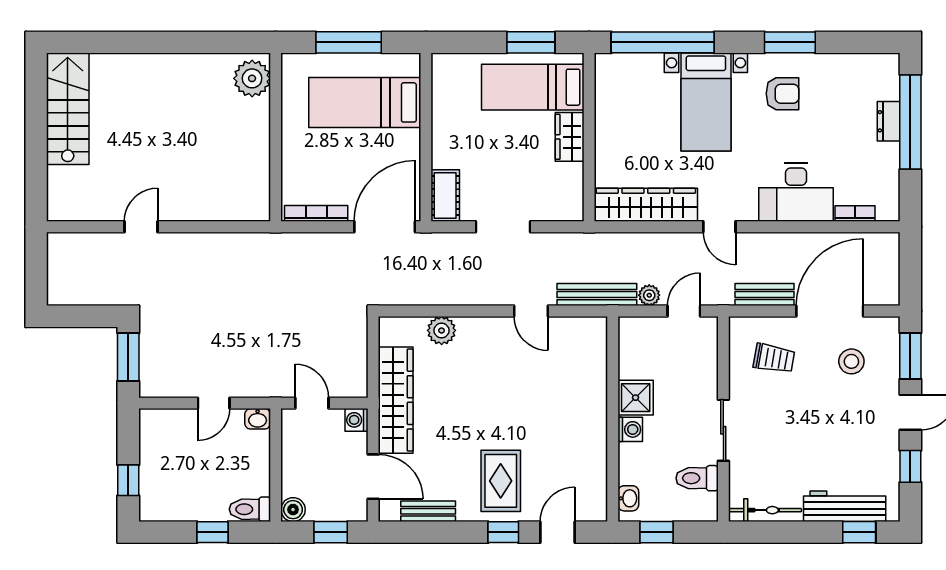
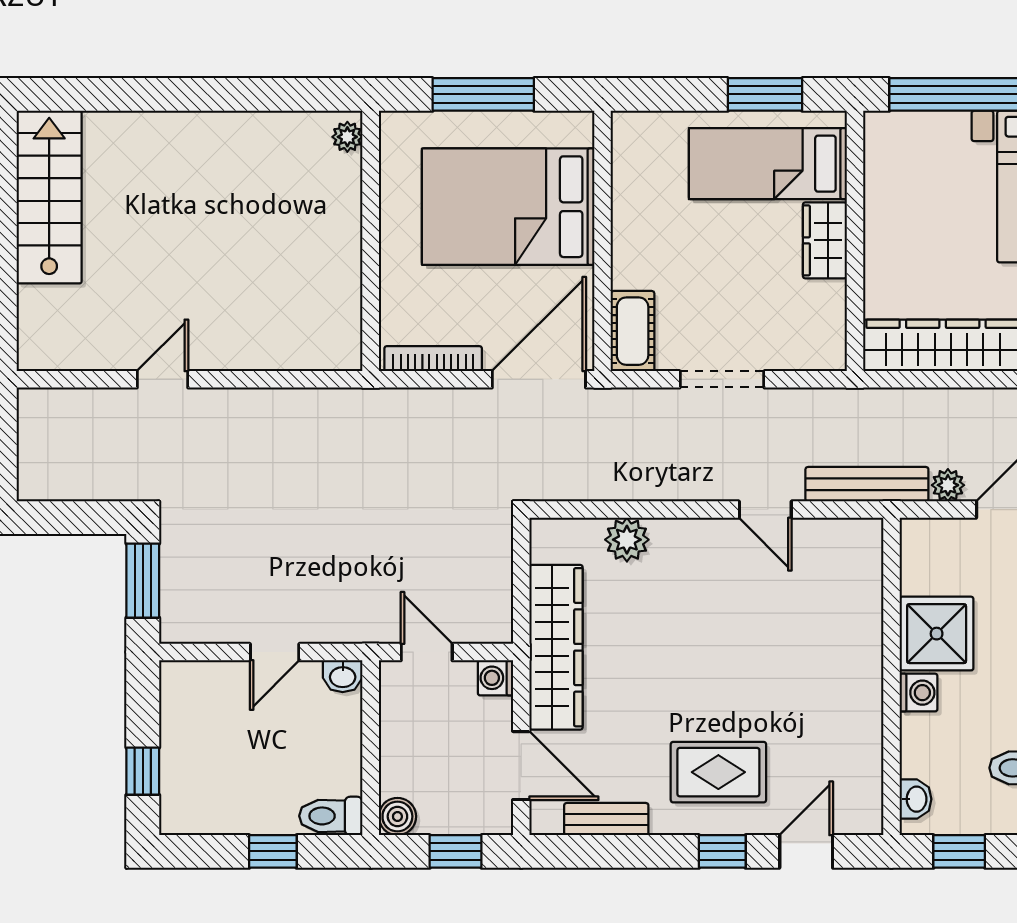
plant: (252, 78) -> (347, 137), width x0.53, depth x0.53
bed: (365, 102) -> (508, 207), width x1.50
shower: (636, 398) -> (937, 634), width x1.36, depth x1.36
rug: (501, 481) -> (718, 772), turned 90

